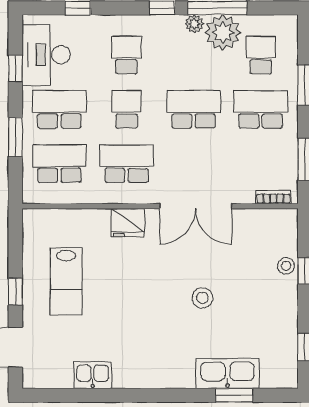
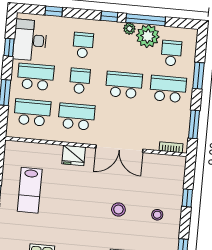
stool: (286, 266) -> (157, 215), moved

